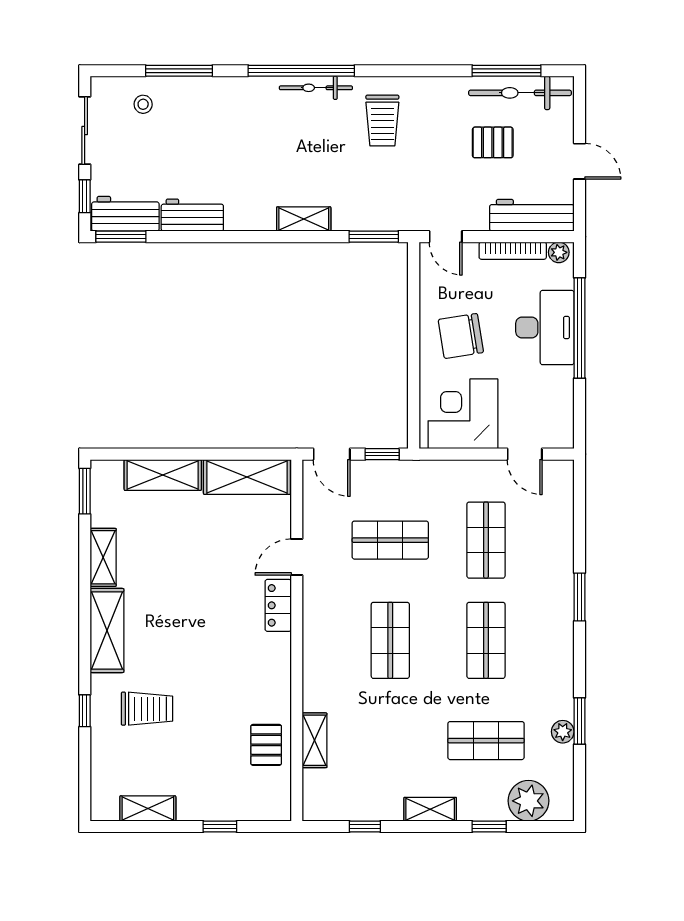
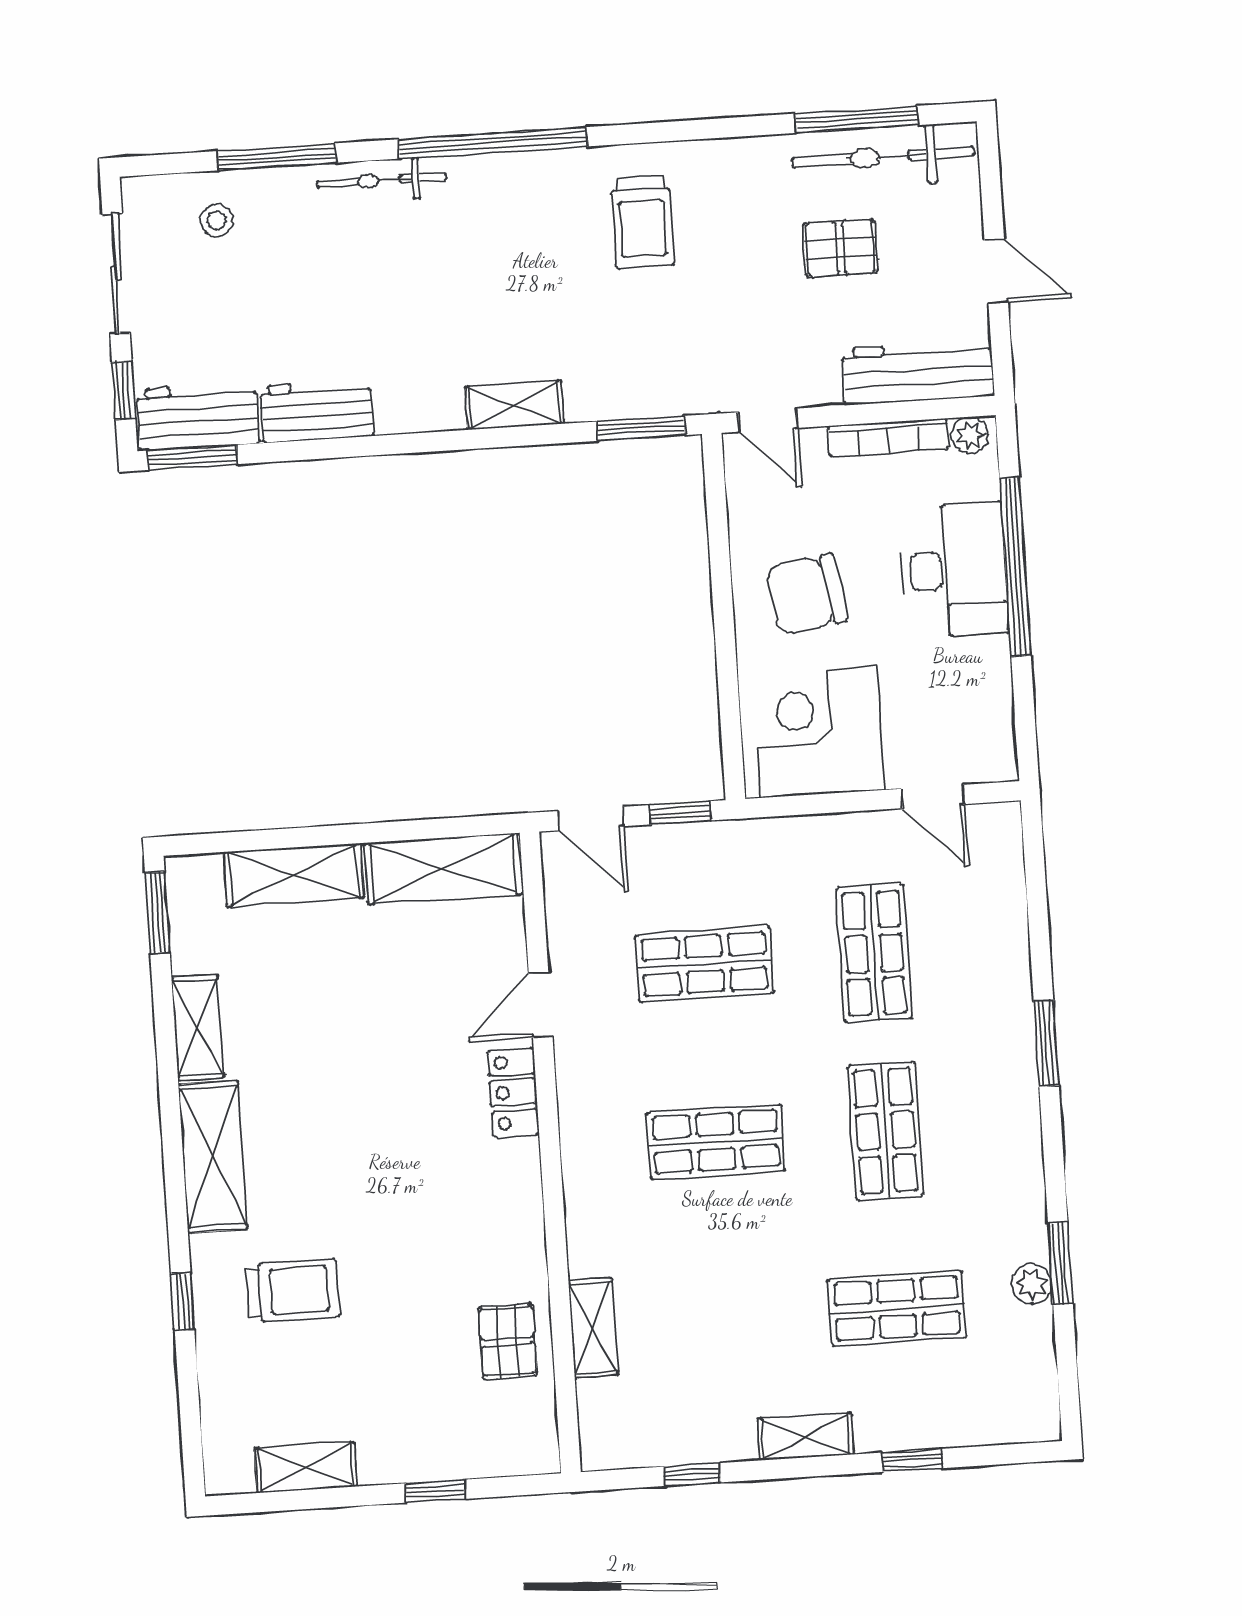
bicycle: (316, 88) -> (382, 180), moved
shop shelf: (390, 640) -> (716, 1142), turned 90
plant: (529, 801) -> (979, 1410), removed

